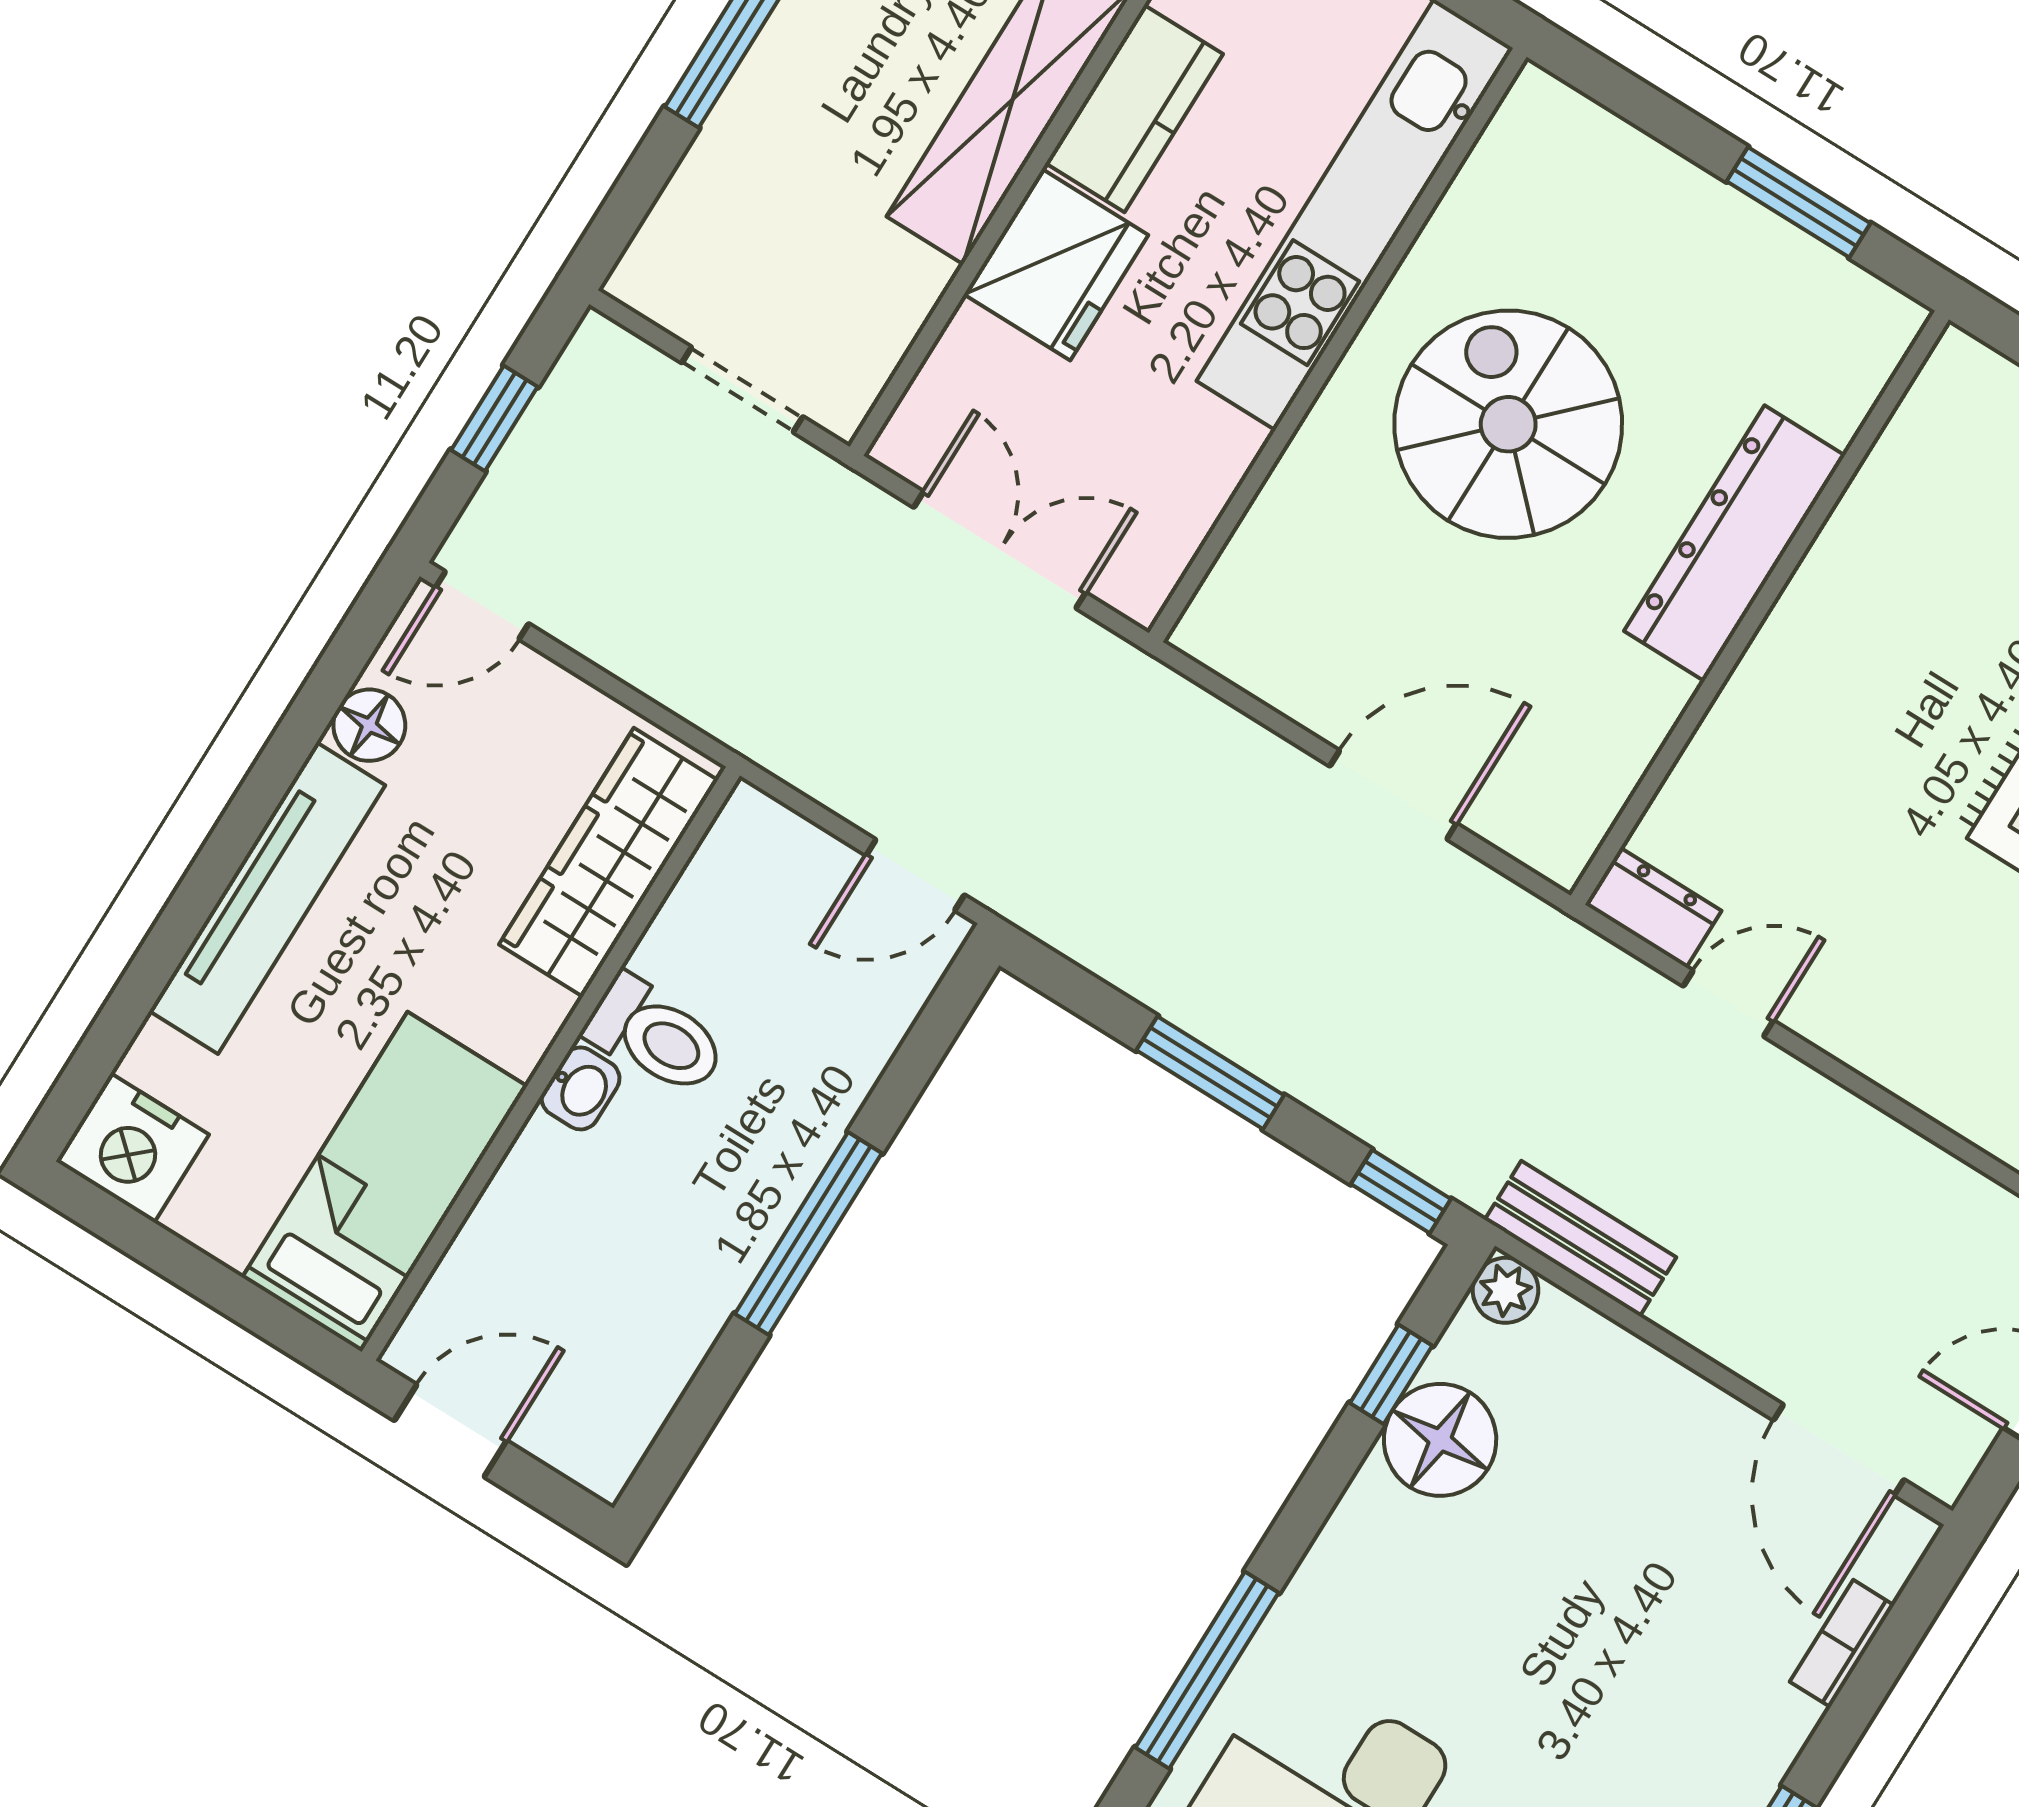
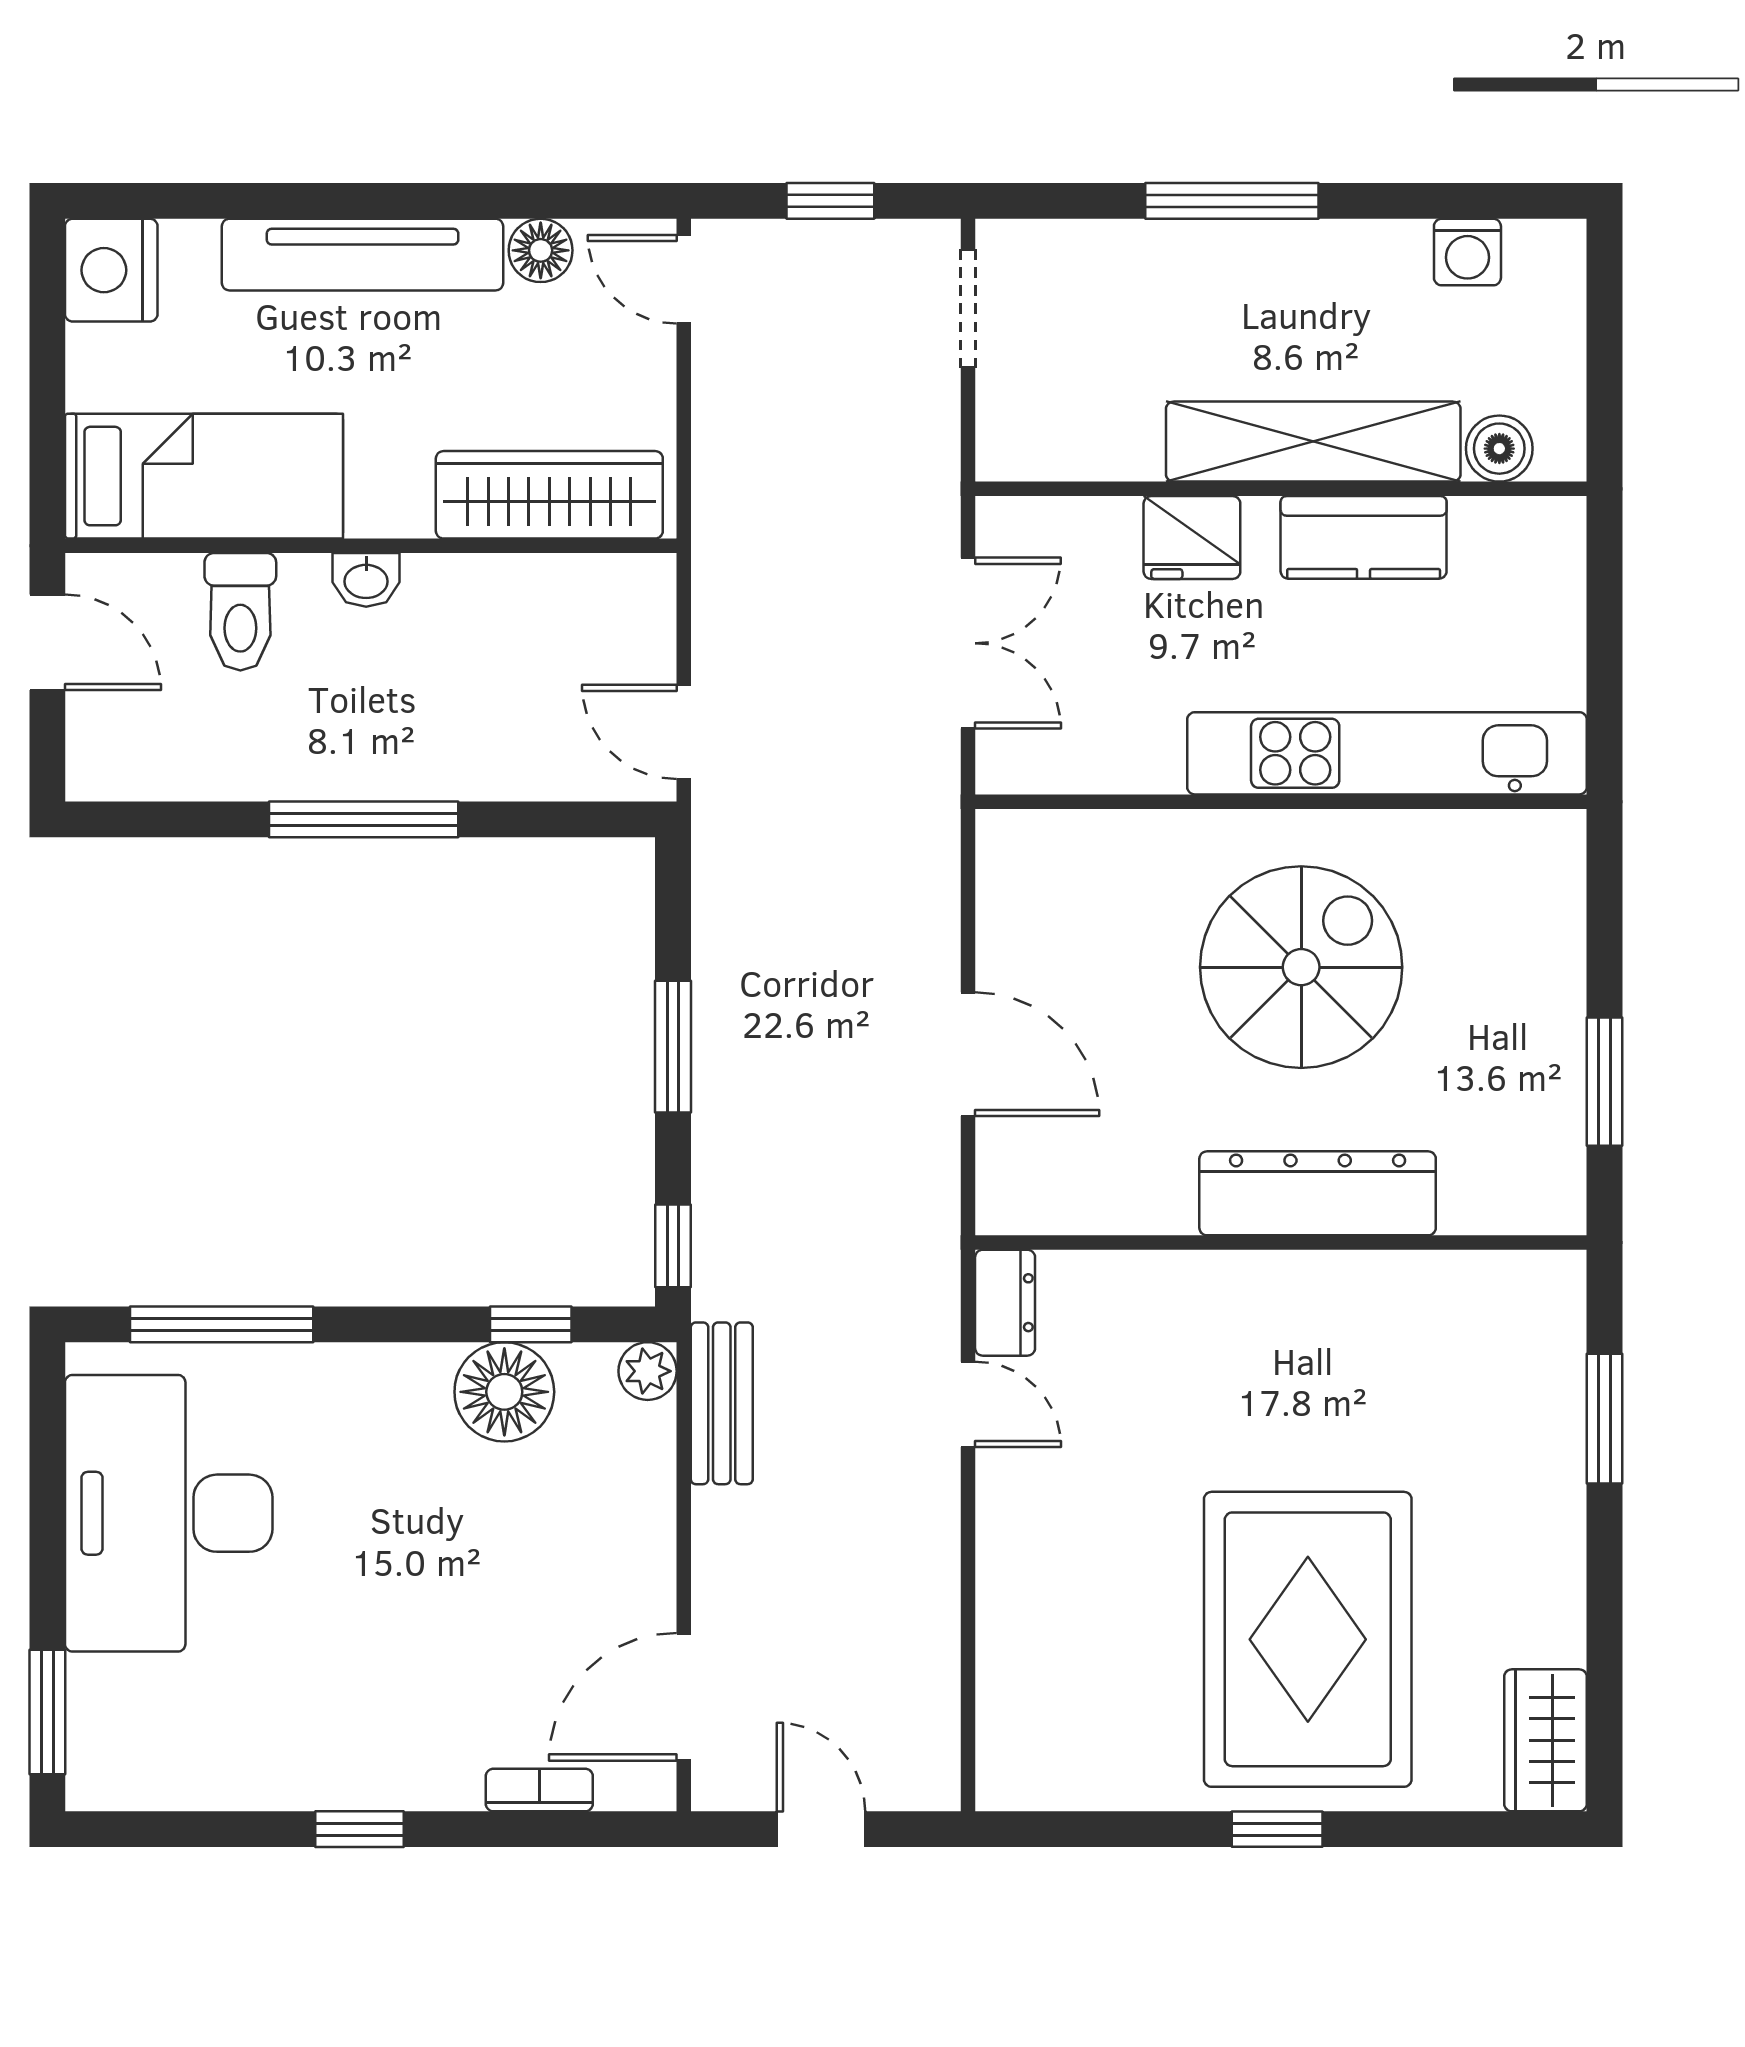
fridge: (1056, 265) -> (1192, 538), width x0.73, depth x0.75
doorway: (742, 390) -> (968, 308), moved
toilet: (656, 1036) -> (240, 612), moved

